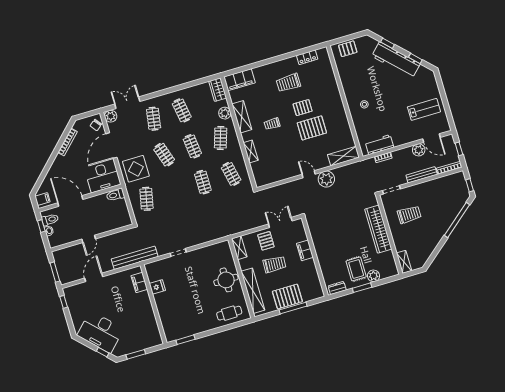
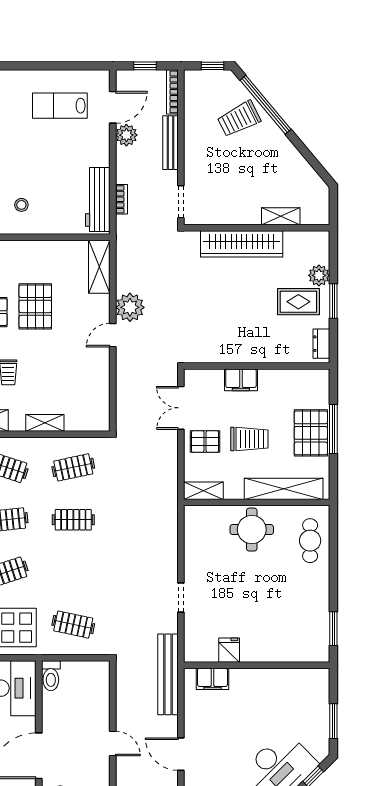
lab bench: (424, 109) -> (60, 106), turned -90
workbench: (379, 145) -> (98, 199), width x1.37
trolley: (409, 215) -> (239, 119), moved, turned -117
shelving: (404, 262) -> (281, 216), moved
trolley: (274, 264) -> (249, 439), turned 87

